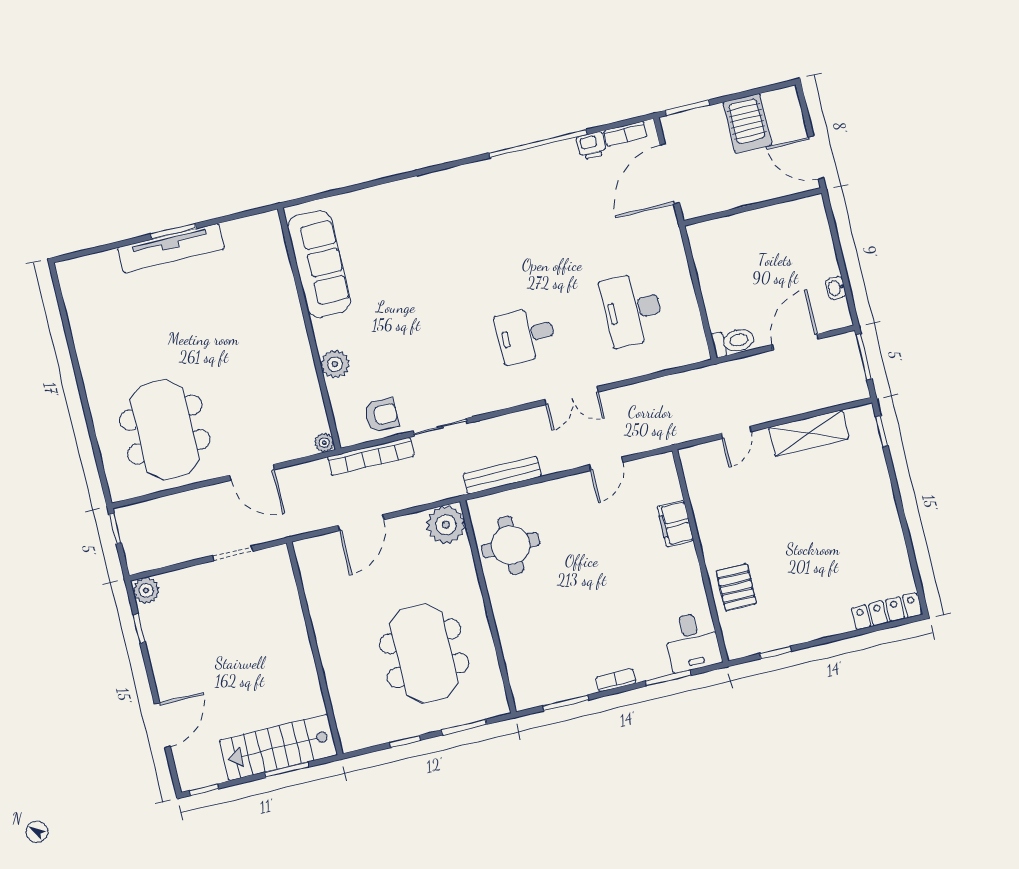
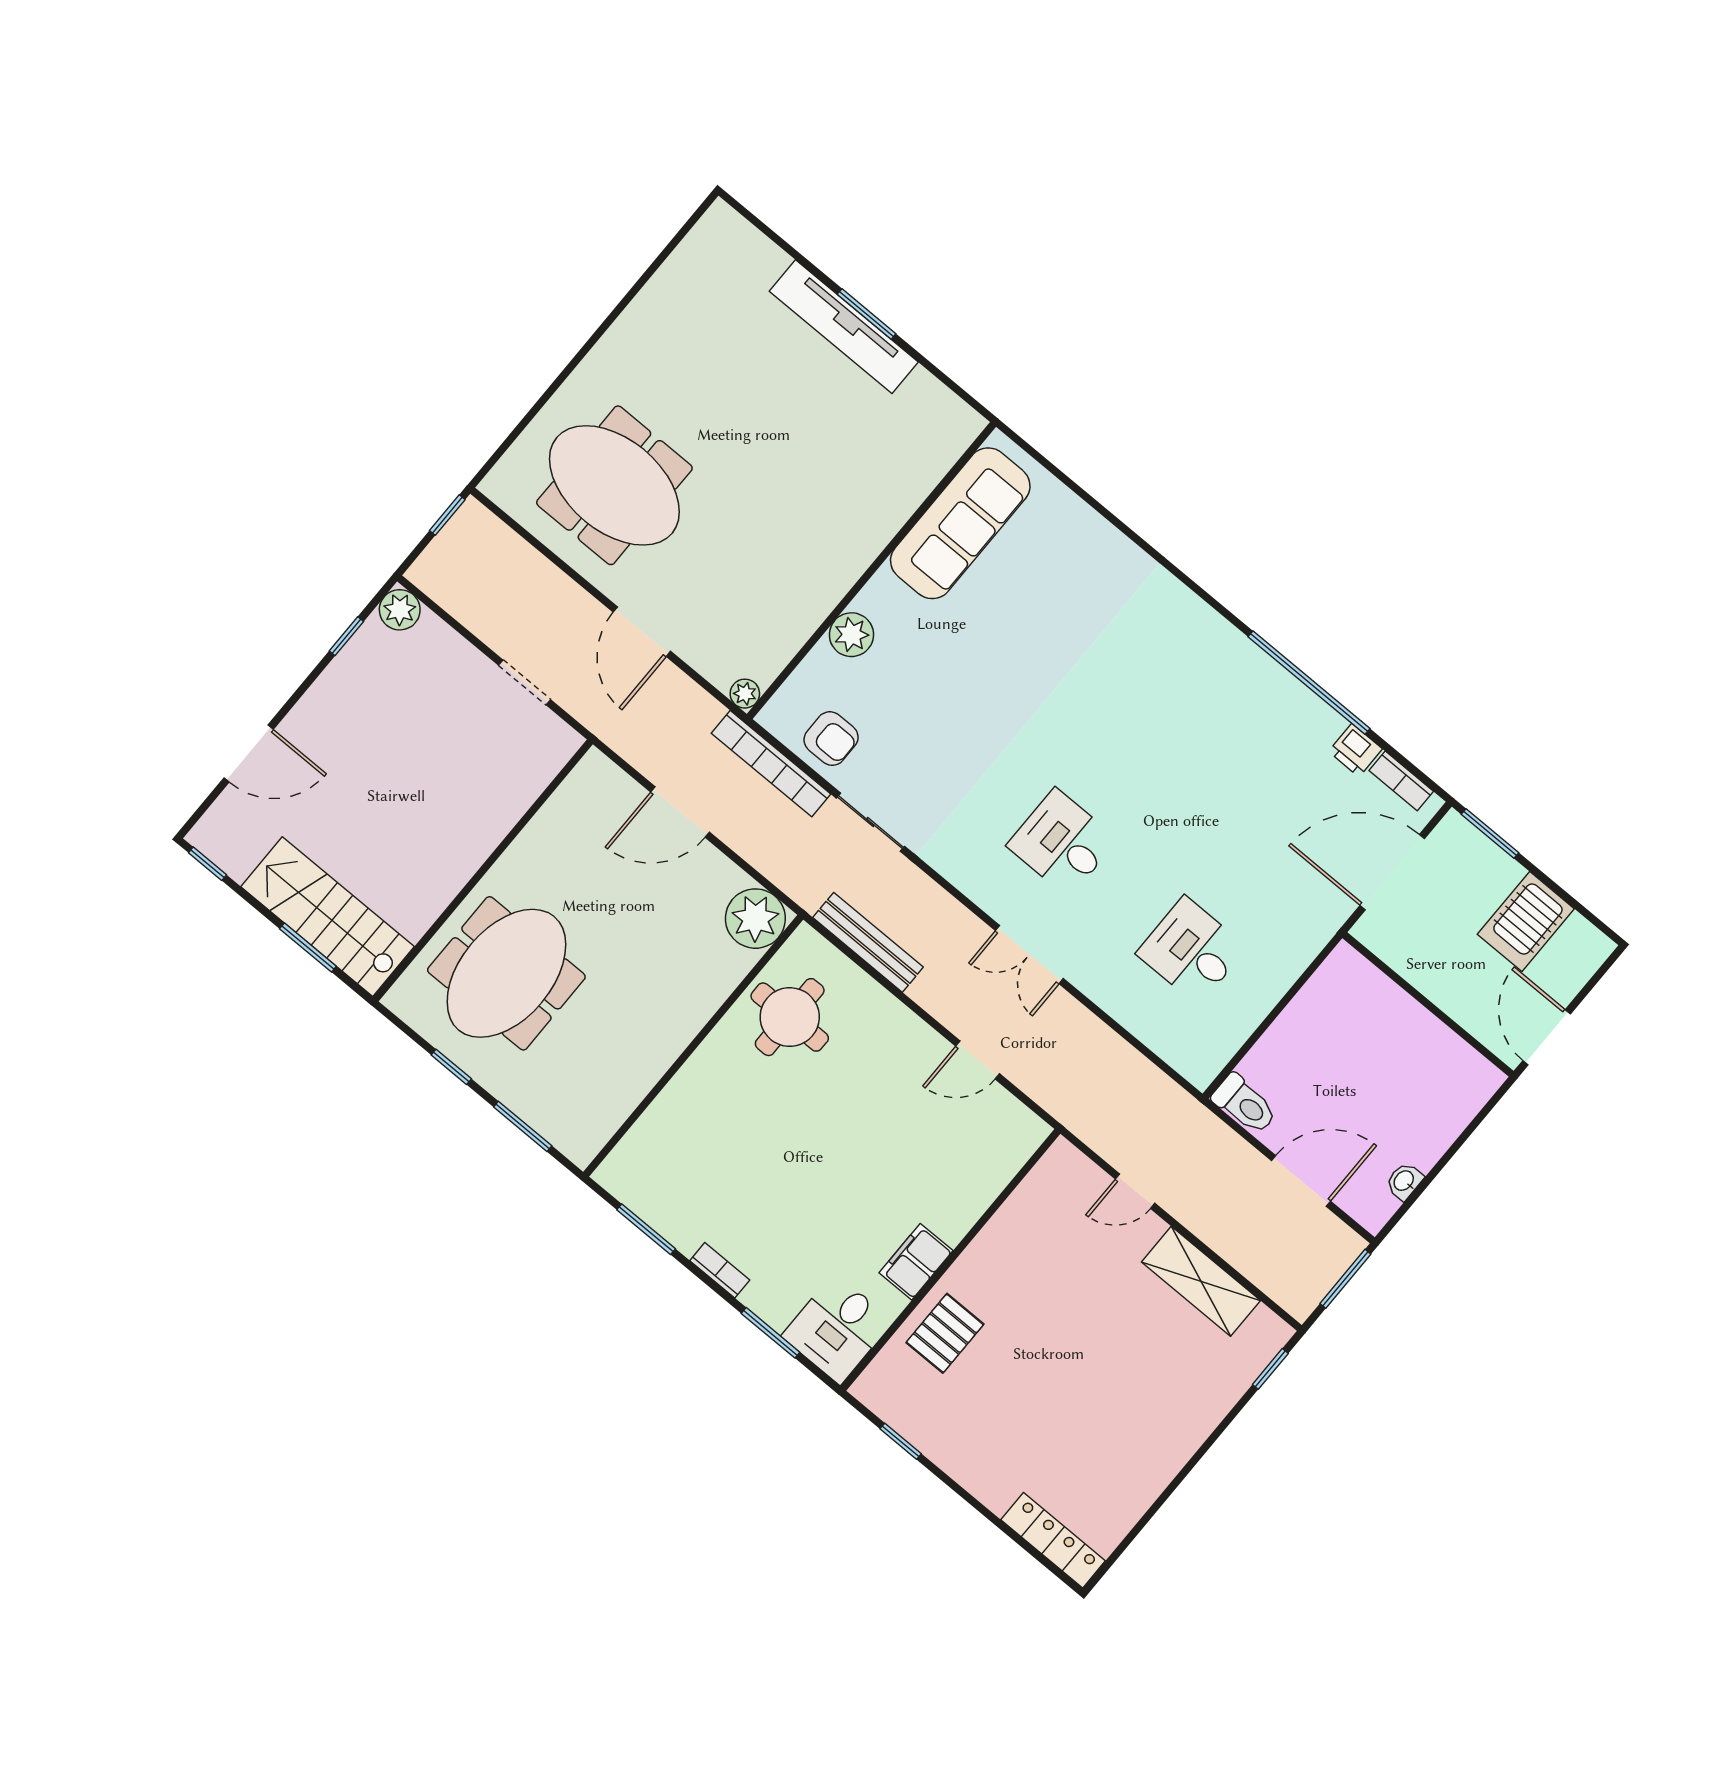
desk: (632, 309) -> (1192, 951), width x0.73
meeting table: (165, 430) -> (614, 485), turned 90
filing cabinet: (675, 524) -> (916, 1262), moved
meeting table: (424, 653) -> (506, 973), moved

